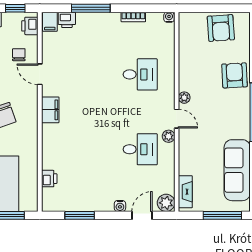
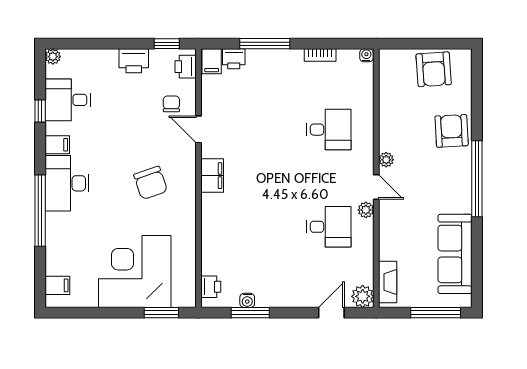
printer: (49, 179) -> (211, 287), moved
water cooler: (120, 206) -> (247, 300), moved

